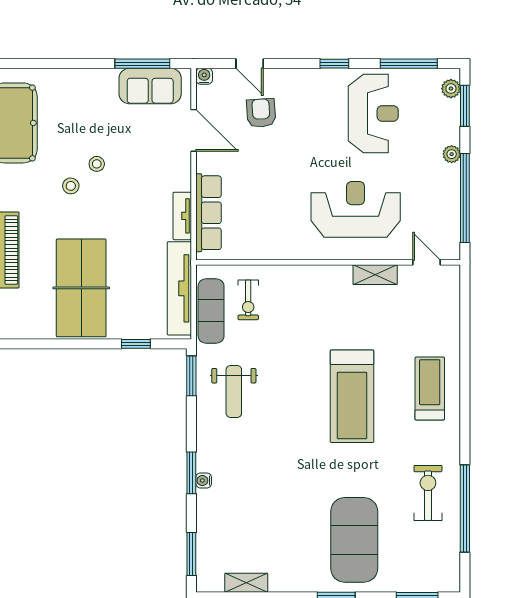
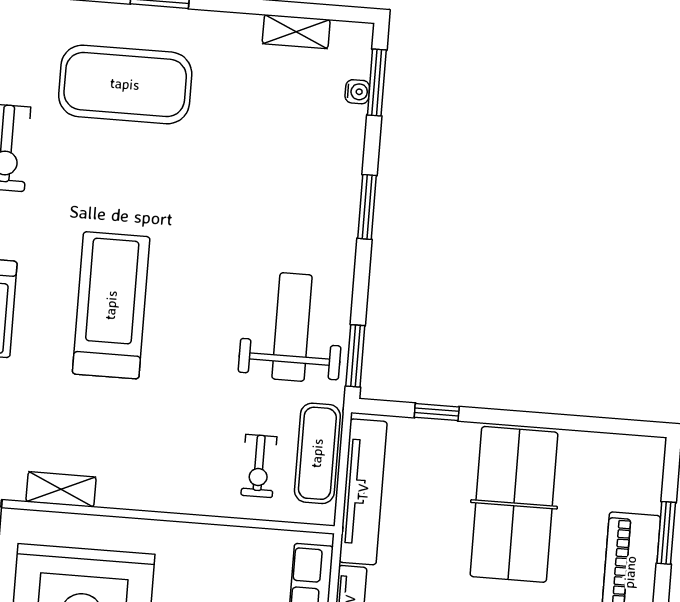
exercise bike: (248, 300) -> (259, 466), turned 180
weight bench: (234, 391) -> (292, 327), width x1.36, depth x1.33
water cooler: (204, 480) -> (357, 92), moved
exercise mat: (354, 540) -> (125, 84), turned 90

